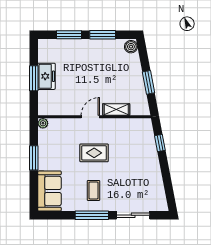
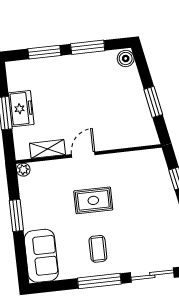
shelving: (116, 109) -> (48, 149), moved

